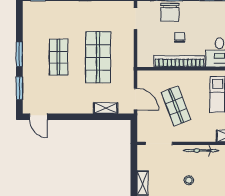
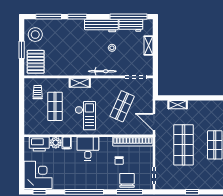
bookcase: (179, 61) -> (133, 142), moved
door: (136, 99) -> (154, 122), moved
shop shelf: (176, 106) -> (122, 106), turned 45

